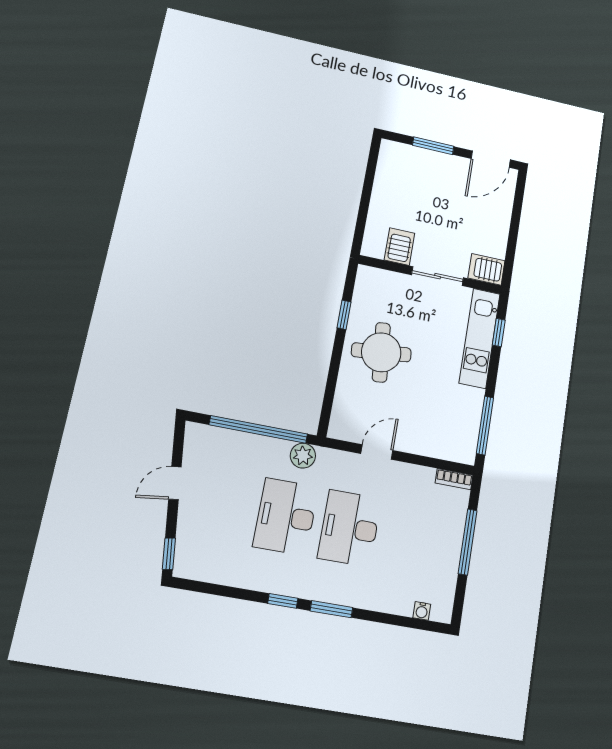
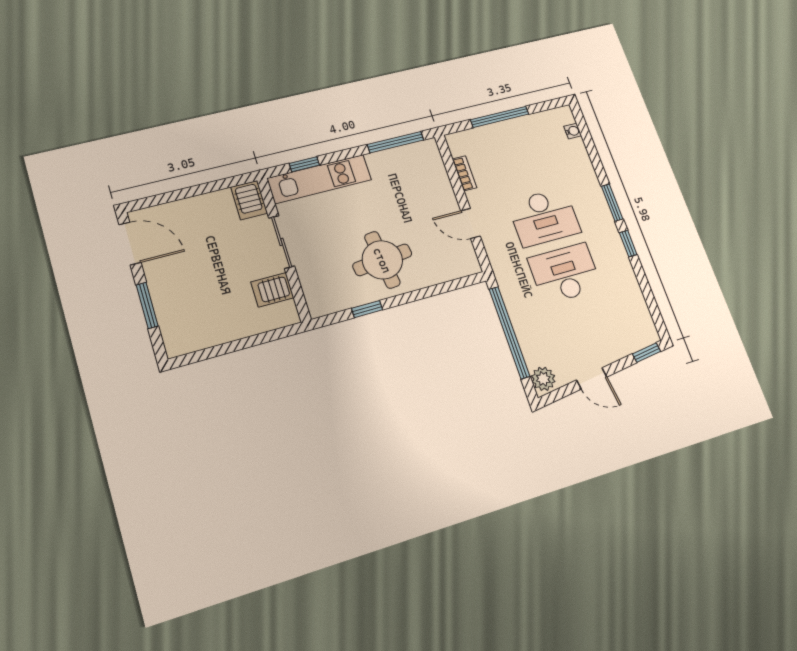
plant: (303, 456) -> (543, 379), moved
bookcase: (454, 479) -> (465, 173), moved
desk: (286, 517) -> (565, 273), turned 180

